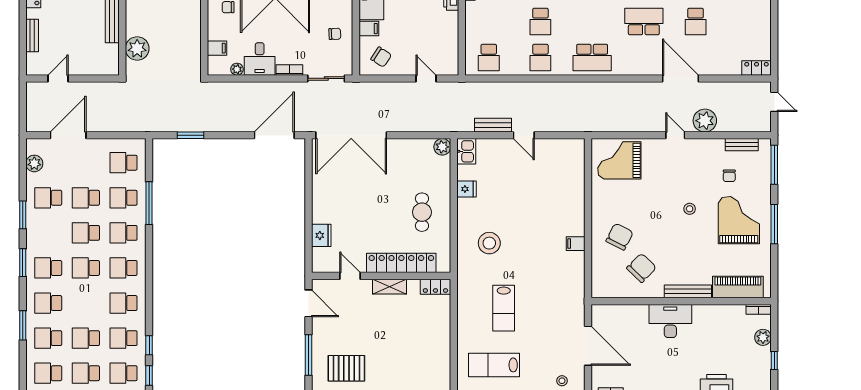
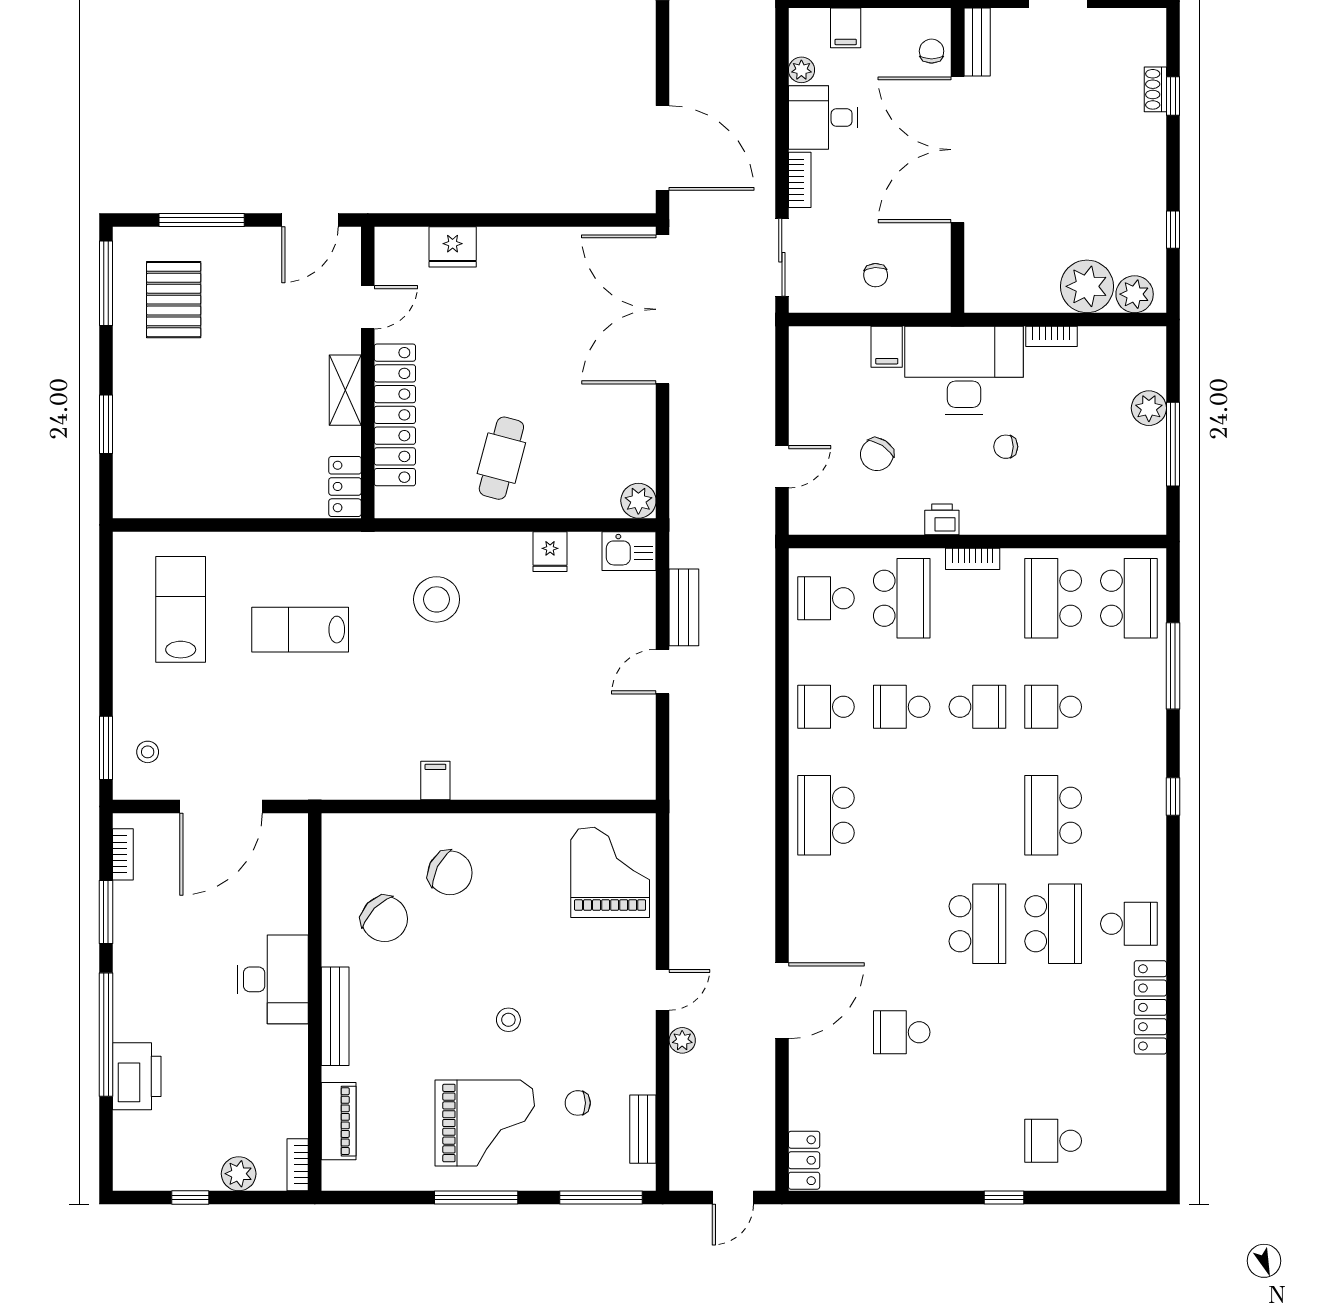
school desk: (644, 21) -> (902, 598), moved
chair: (381, 57) -> (877, 454), moved
plant: (705, 121) -> (682, 1040), width x0.53, depth x0.53
cafe table: (422, 212) -> (501, 458), turned -75
piano: (738, 287) -> (339, 1121), width x0.73, depth x0.75

